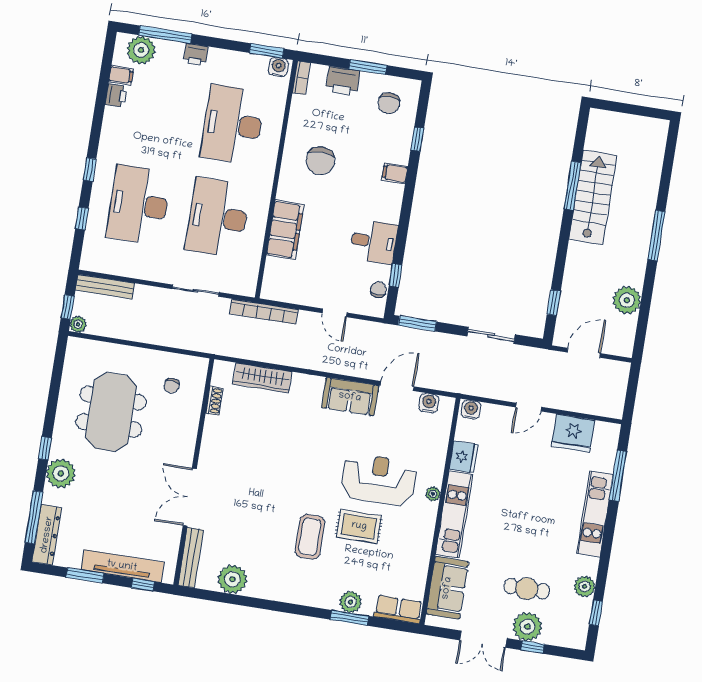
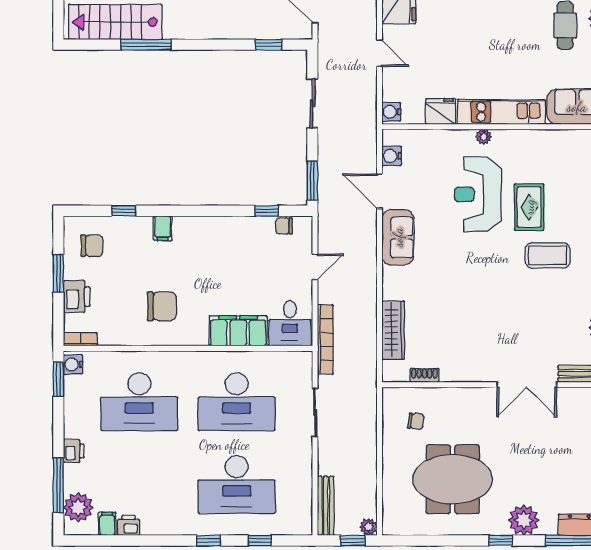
stairs: (593, 197) -> (115, 22), moved
desk: (374, 242) -> (290, 323), moved, turned 180

